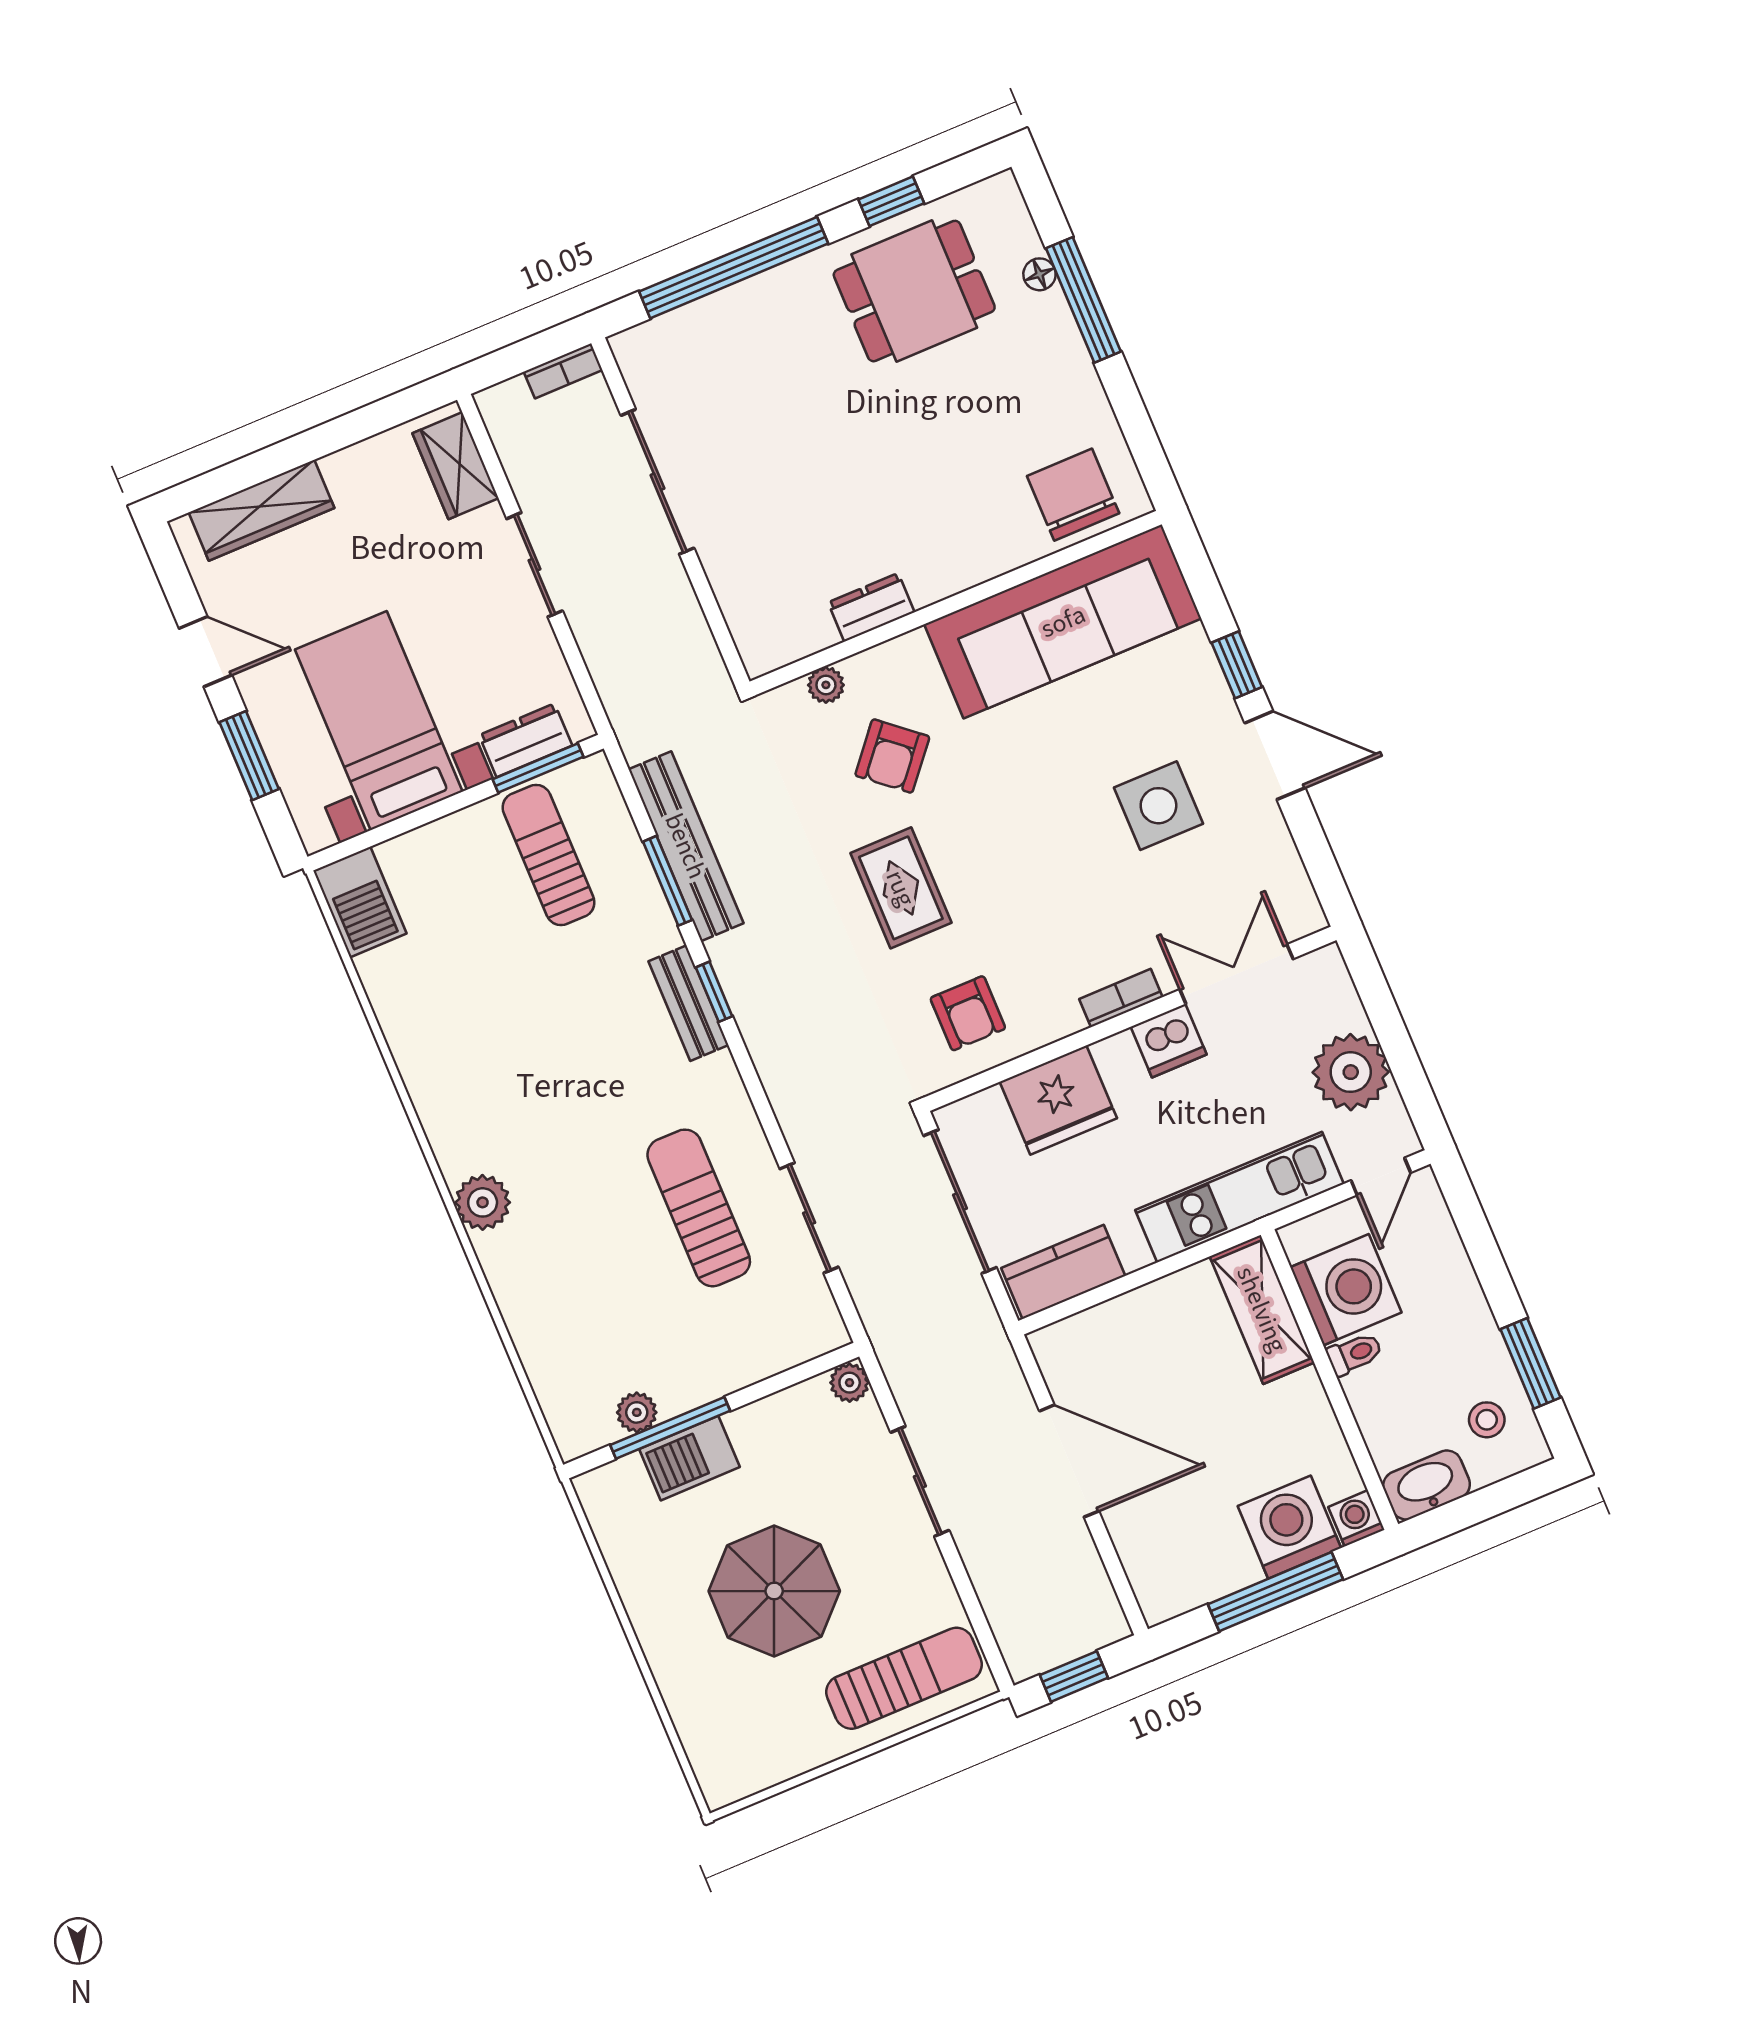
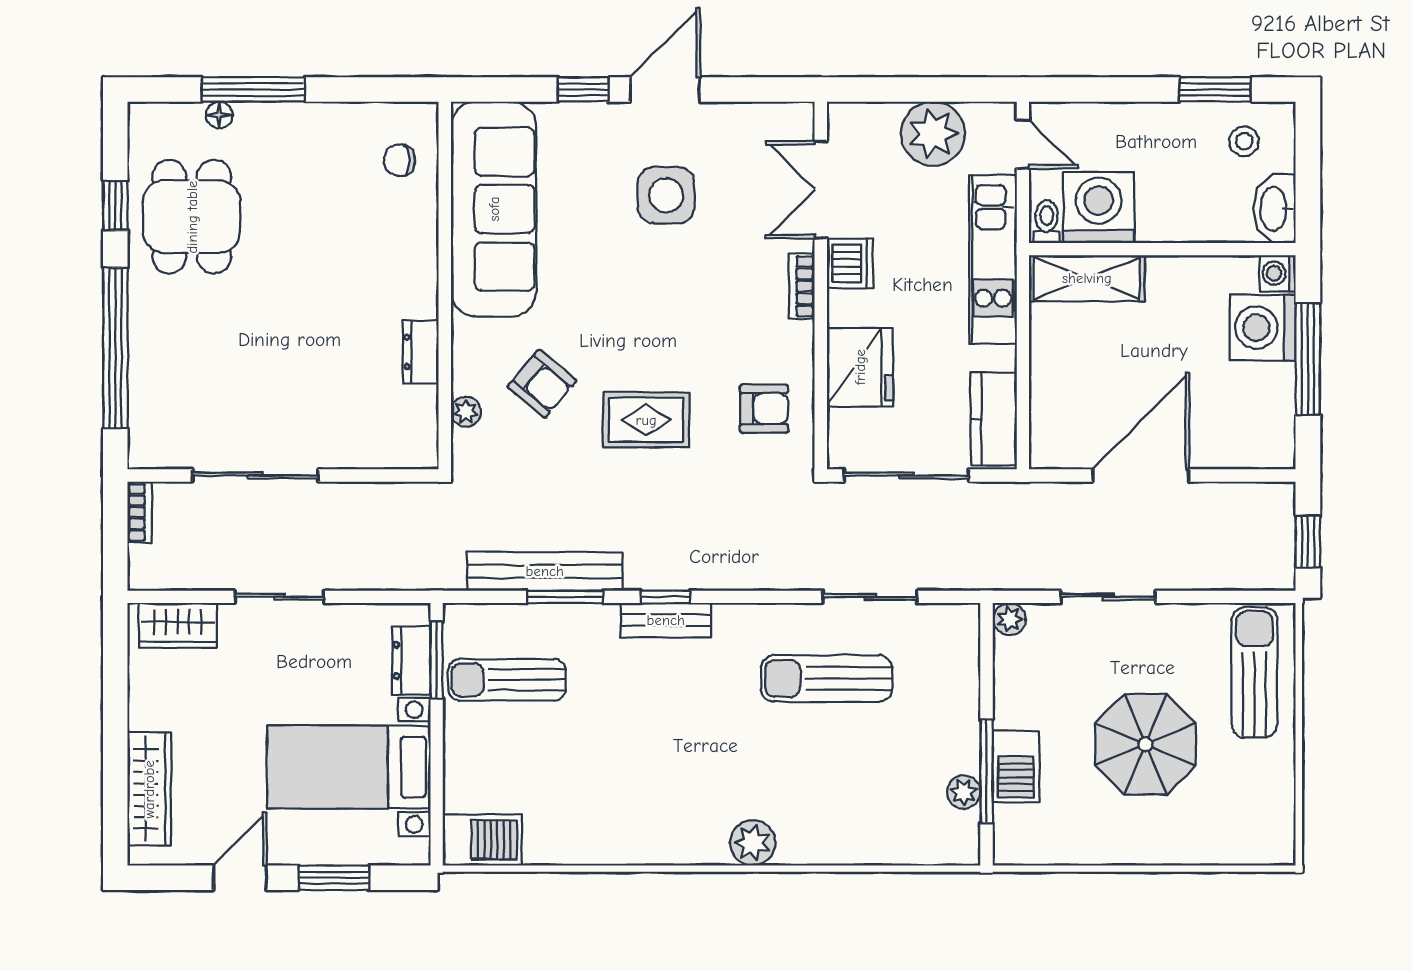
chair: (1073, 495) -> (399, 160), width x0.54, depth x0.54
toilet: (1354, 1354) -> (1047, 222), moved

